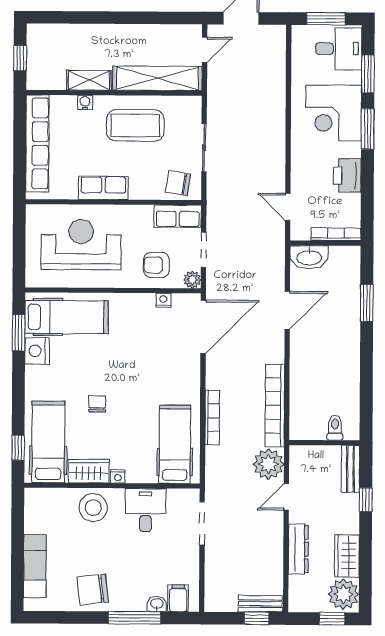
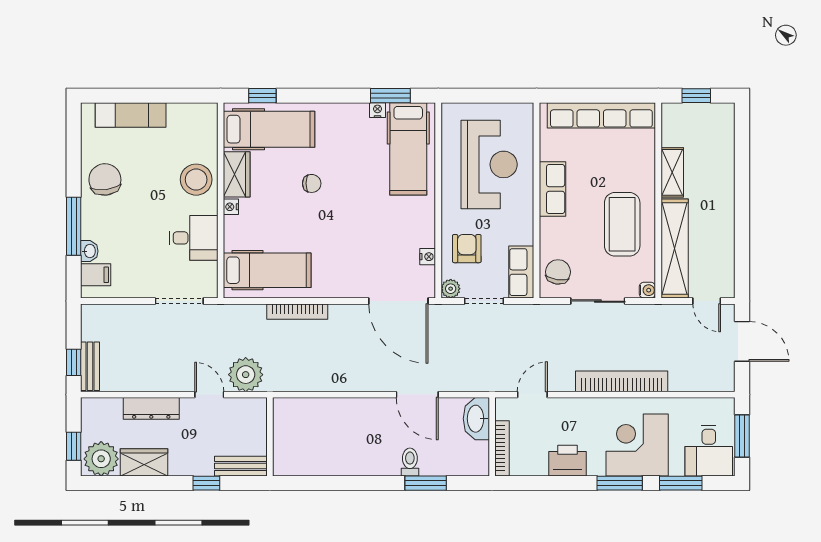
water cooler: (85, 102) -> (647, 290), moved
nightstand: (37, 351) -> (377, 110), width x0.53, depth x0.56
bookcase: (275, 406) -> (622, 381), moved
toilet: (335, 428) -> (410, 462), moved, turned -90

